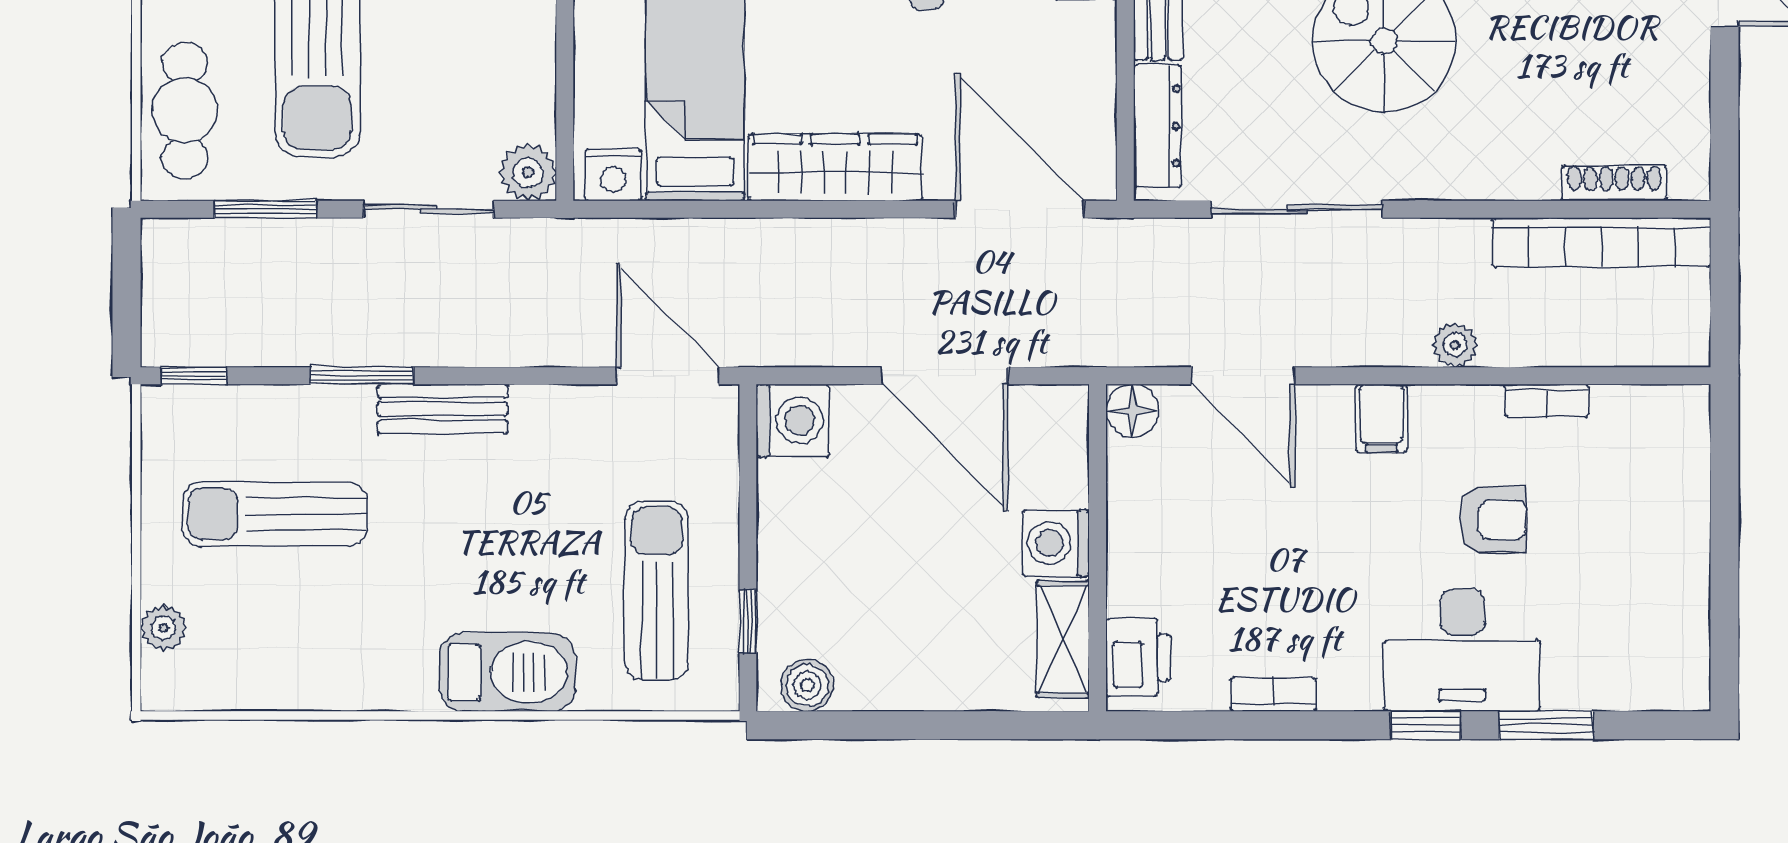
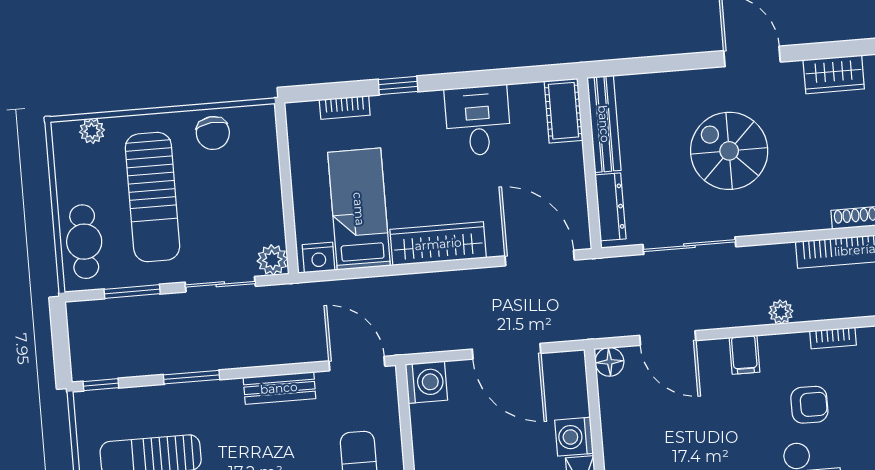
bench: (443, 409) -> (279, 388), moved

